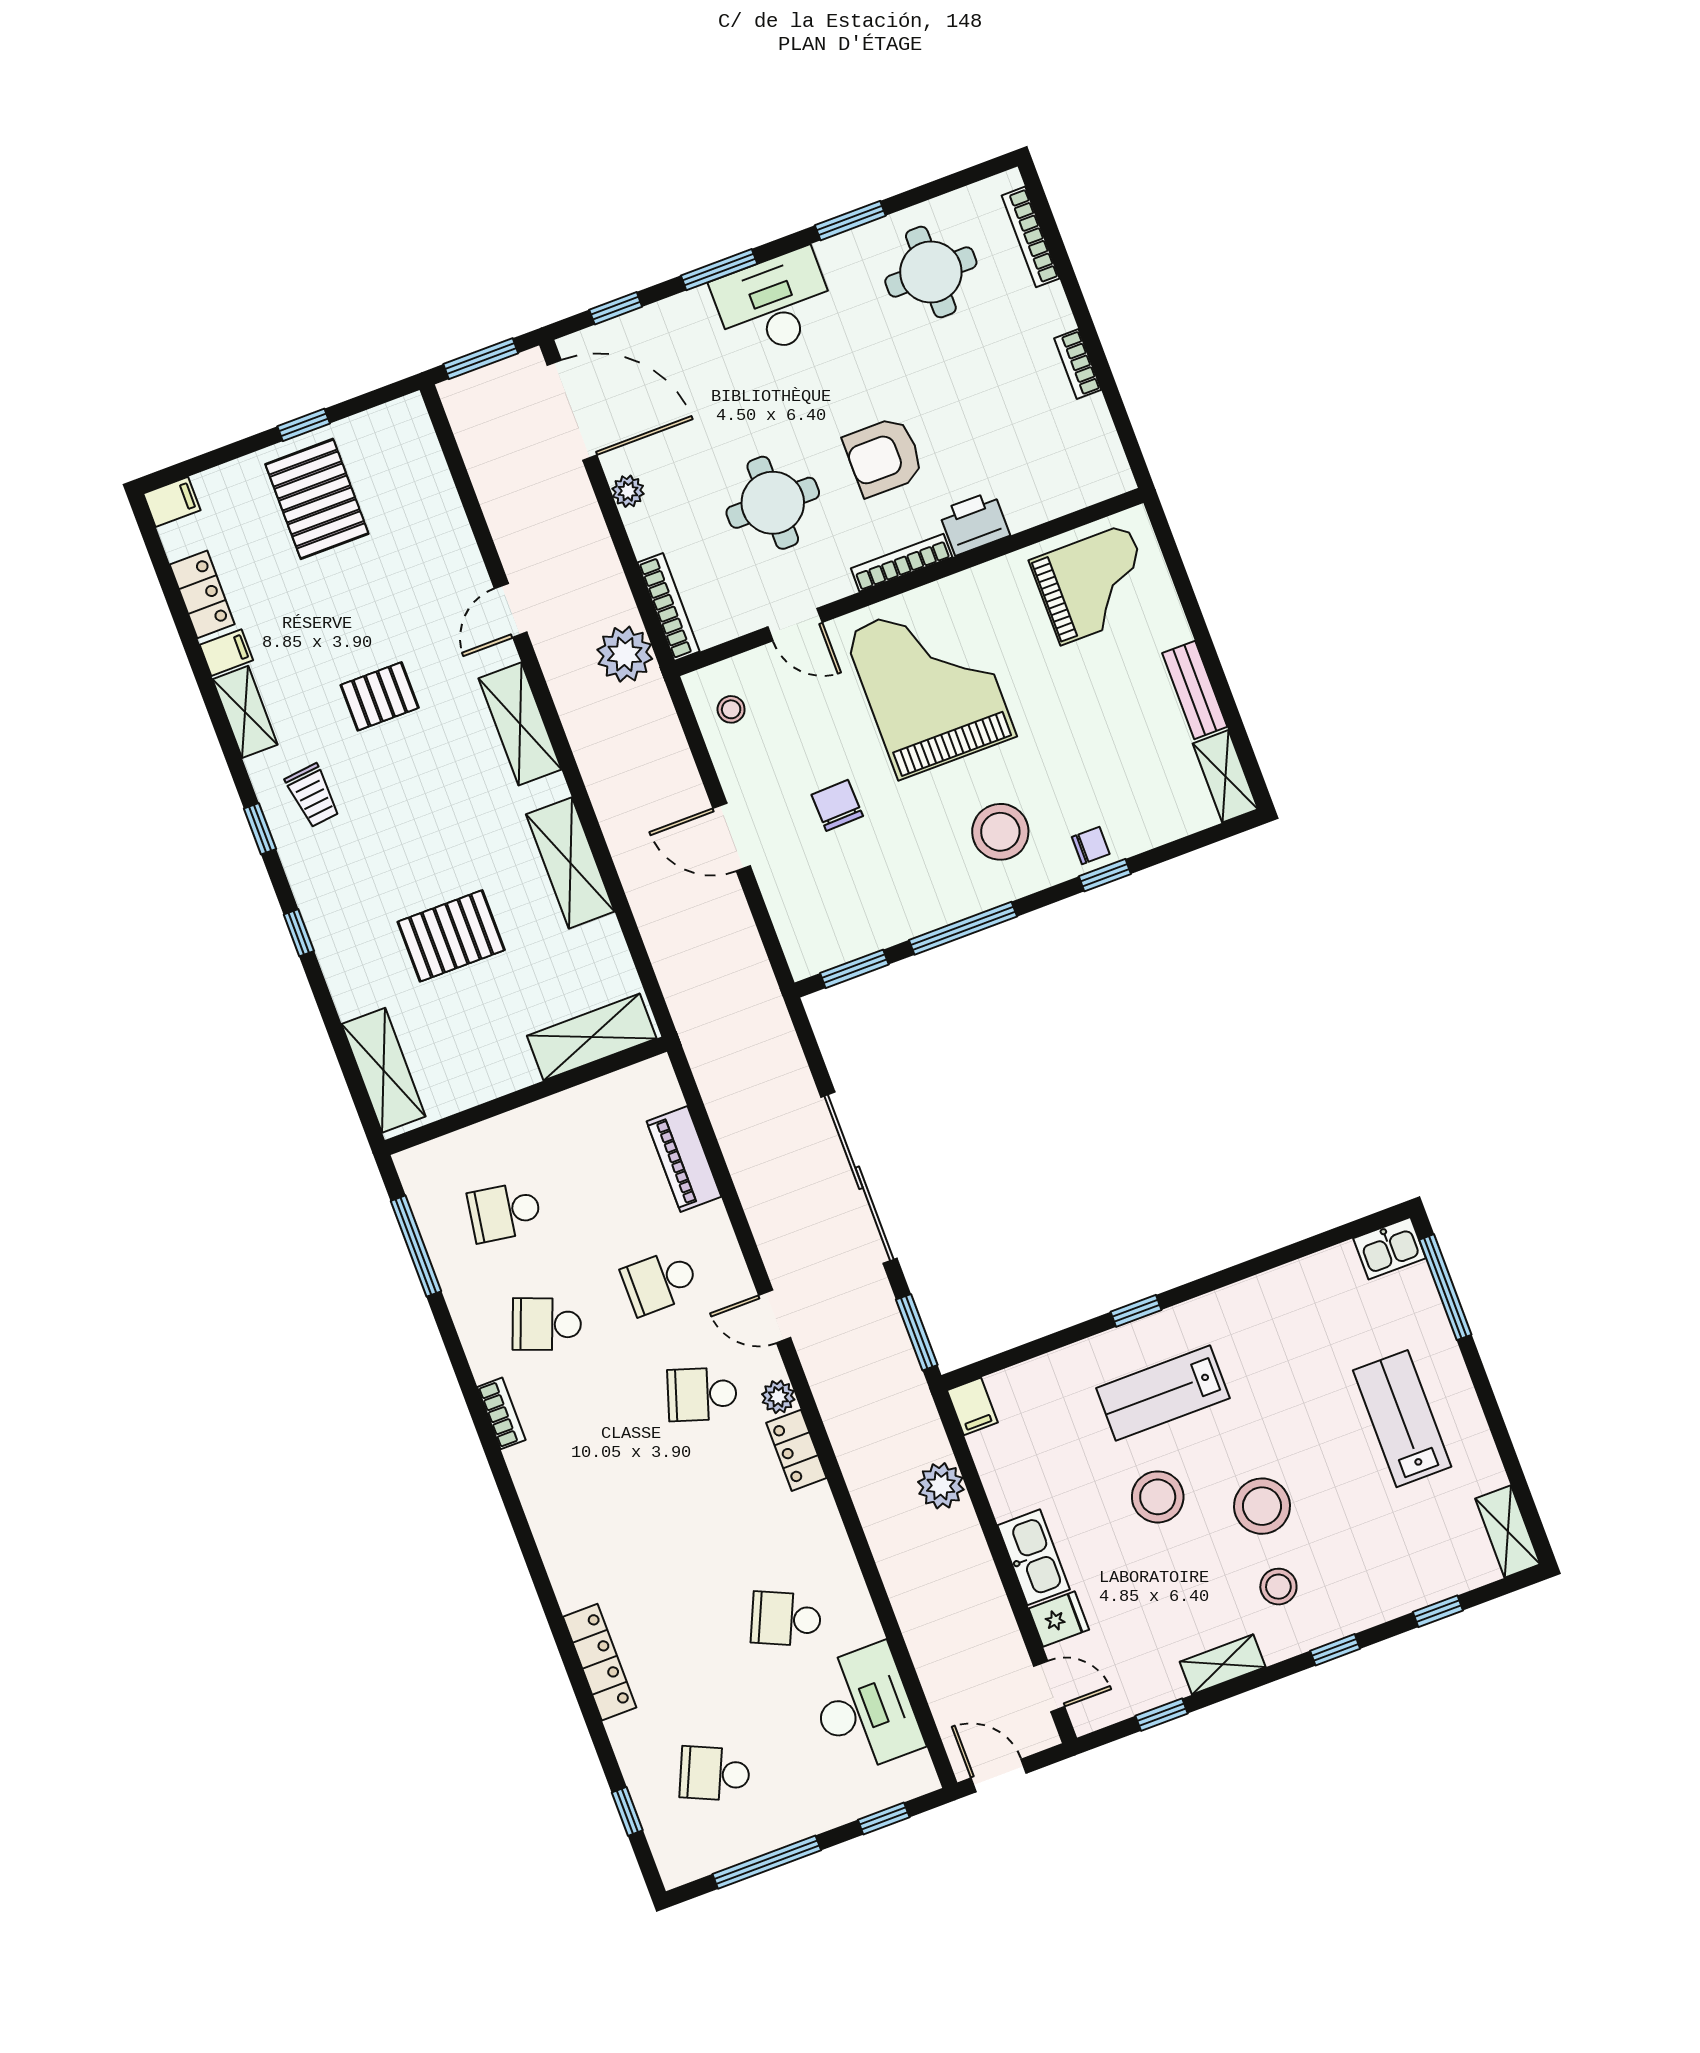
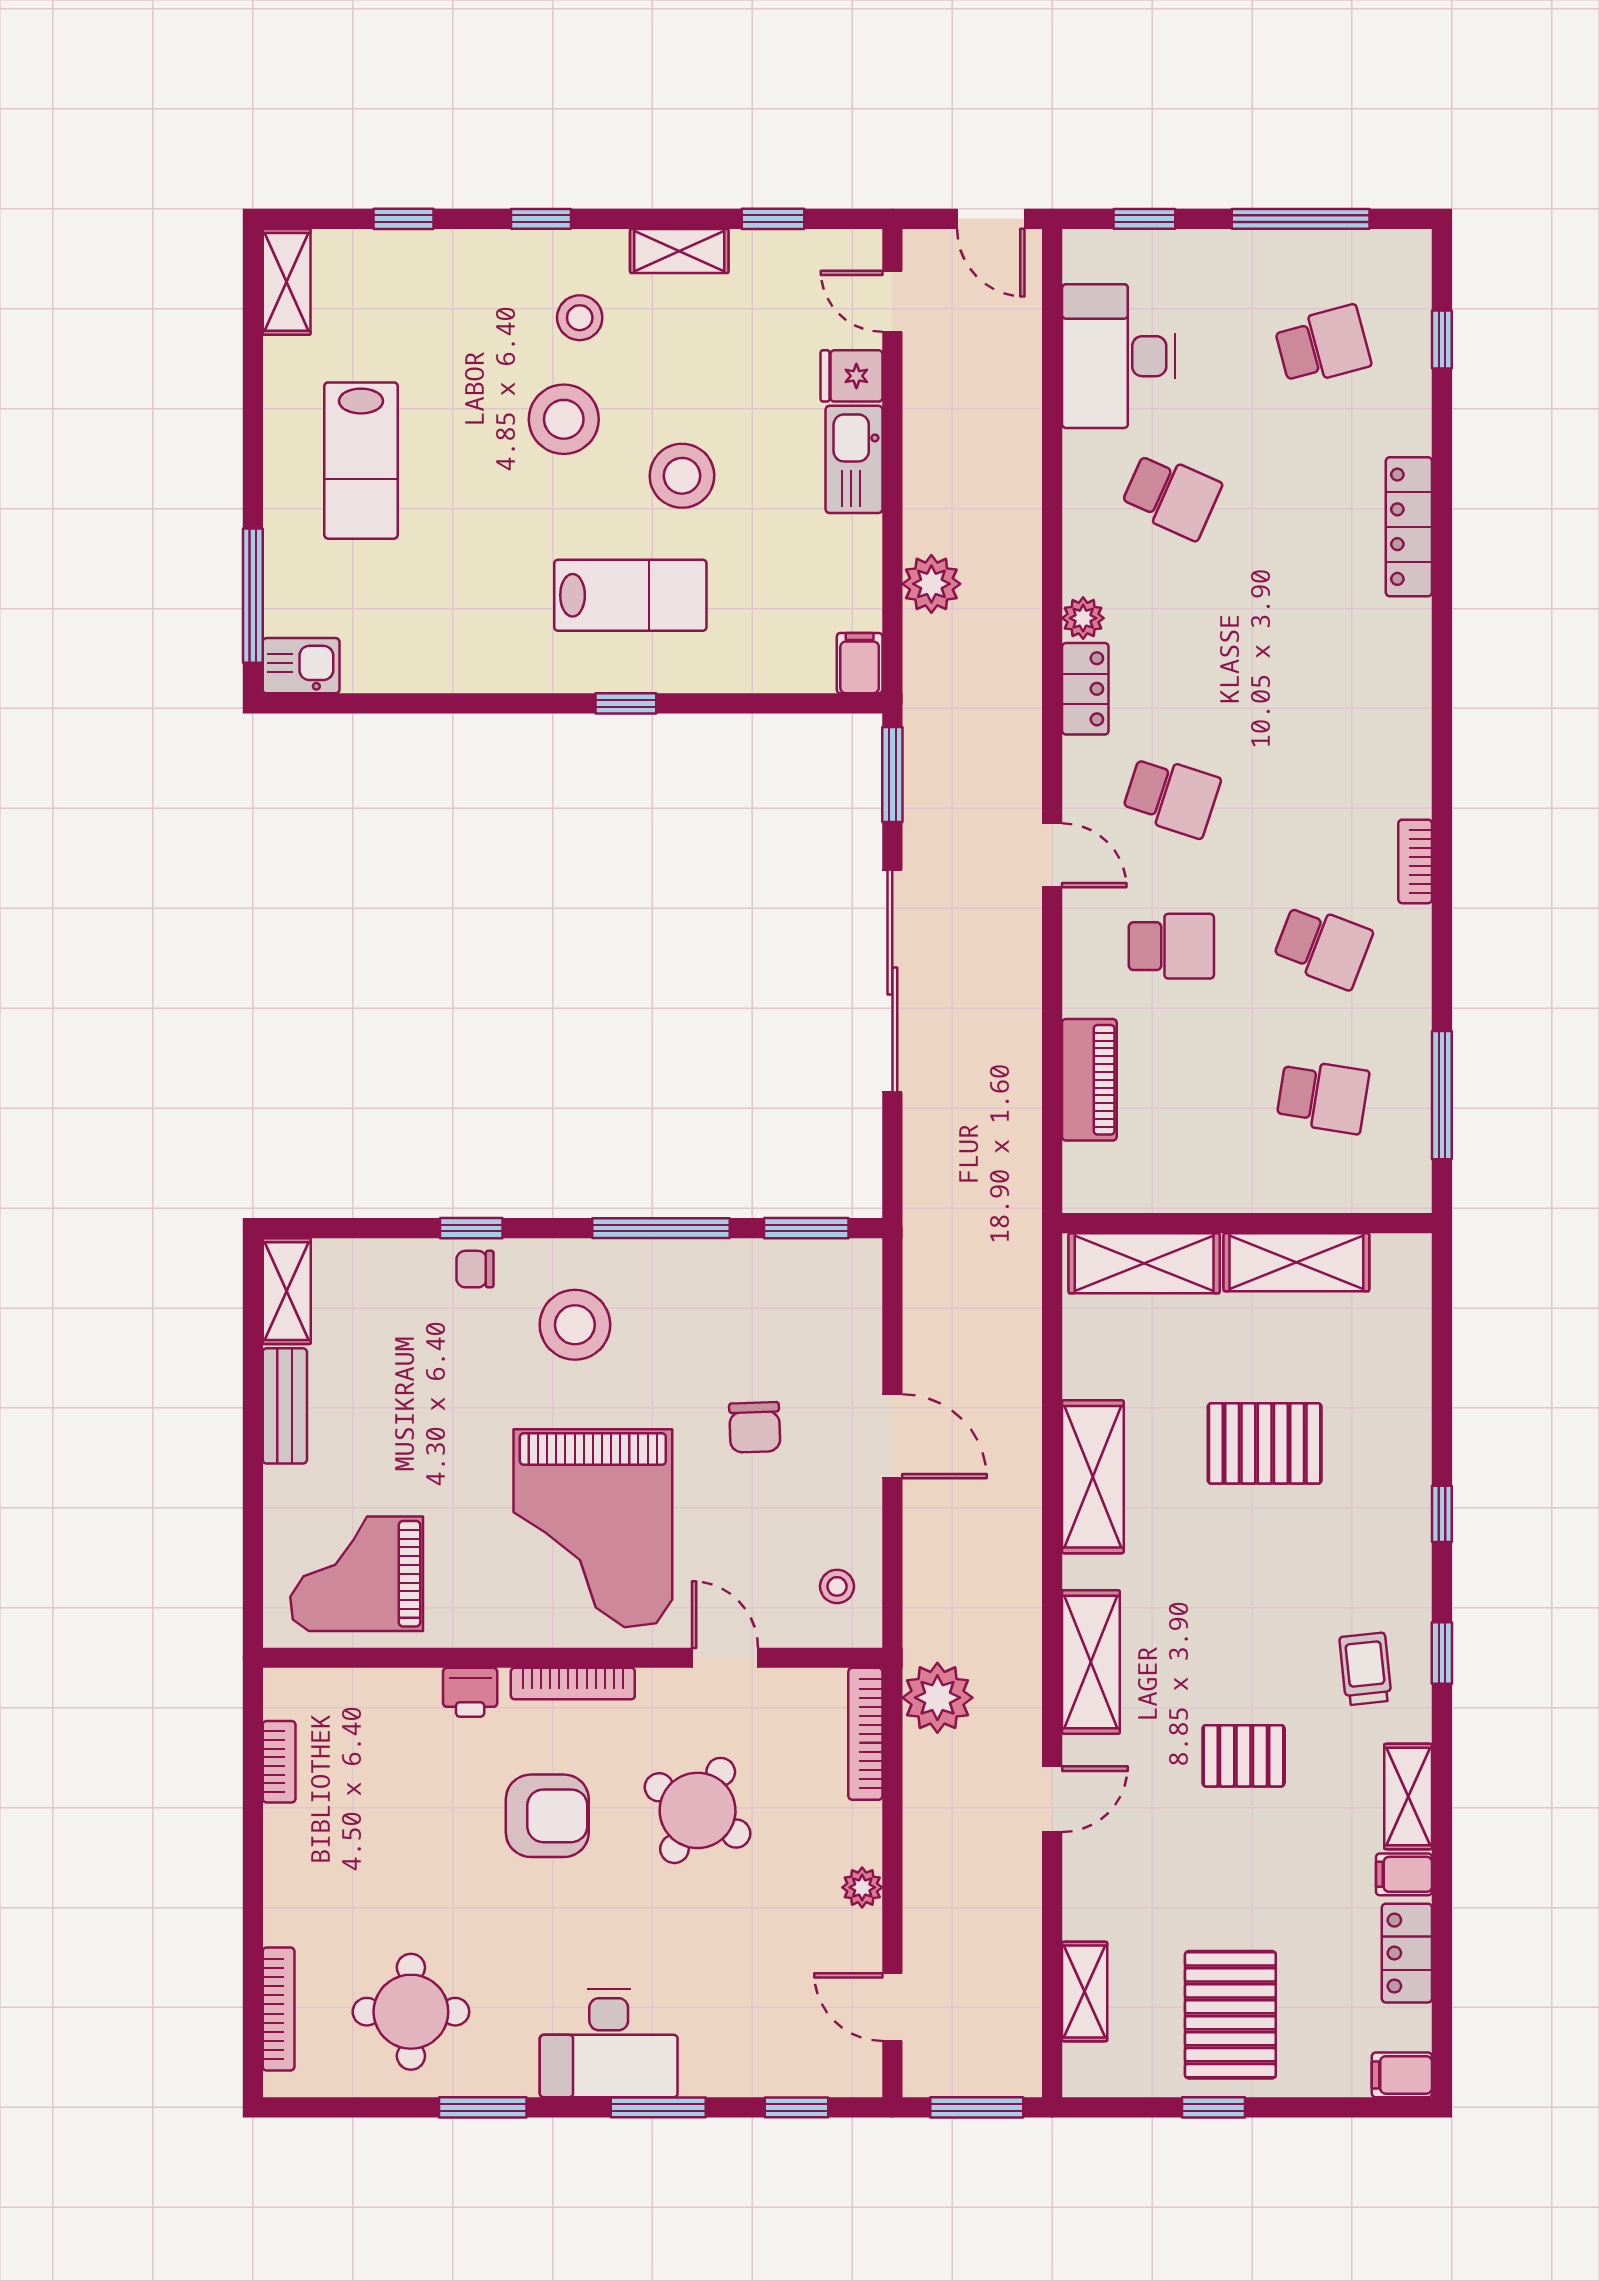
bookcase: (1078, 364) -> (279, 1762), moved
door: (572, 410) -> (892, 2007), width x0.53
shelving: (433, 476) -> (1085, 1992), added
round table: (773, 503) -> (698, 1810), turned 31
printer: (974, 523) -> (470, 1692), width x0.73, depth x0.81
shelving: (384, 1070) -> (1296, 1262), moved, turned 90
plant: (778, 1397) -> (1083, 618), moved
school desk: (715, 1774) -> (1323, 346), turned -39

